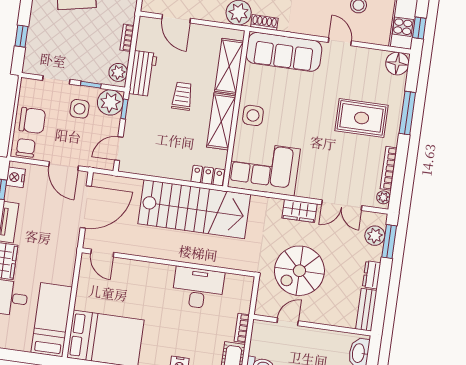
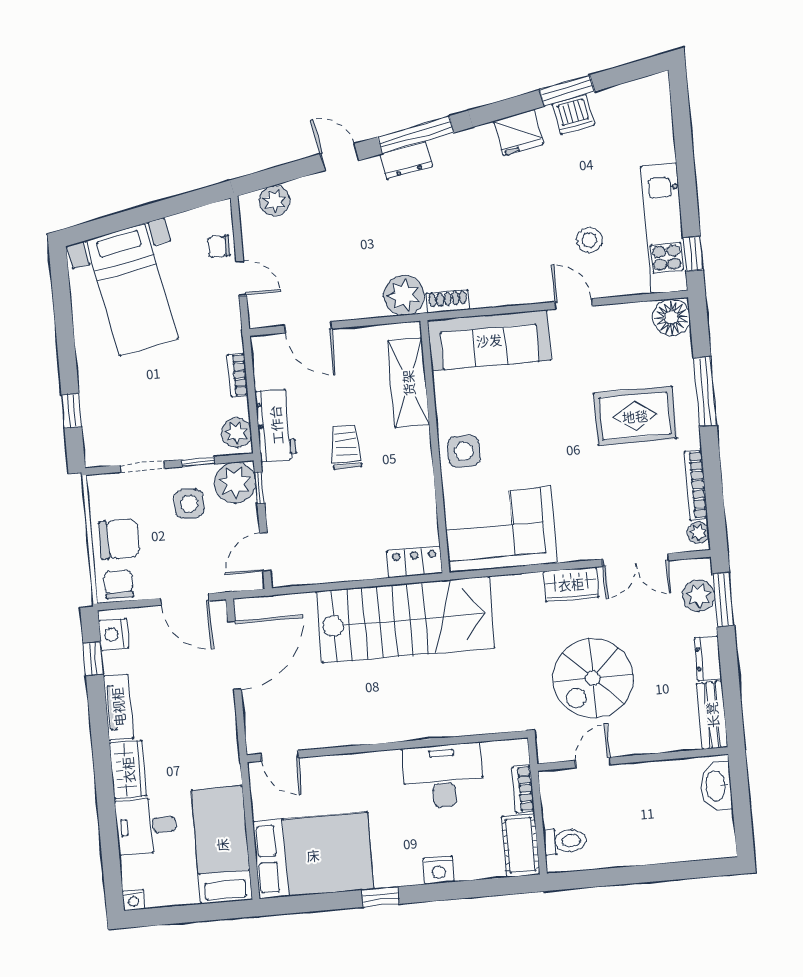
shelving: (221, 121) -> (416, 472), removed
door: (102, 253) -> (280, 756), moved
wall: (168, 262) -> (387, 746), moved
desk: (198, 288) -> (443, 776), moved

